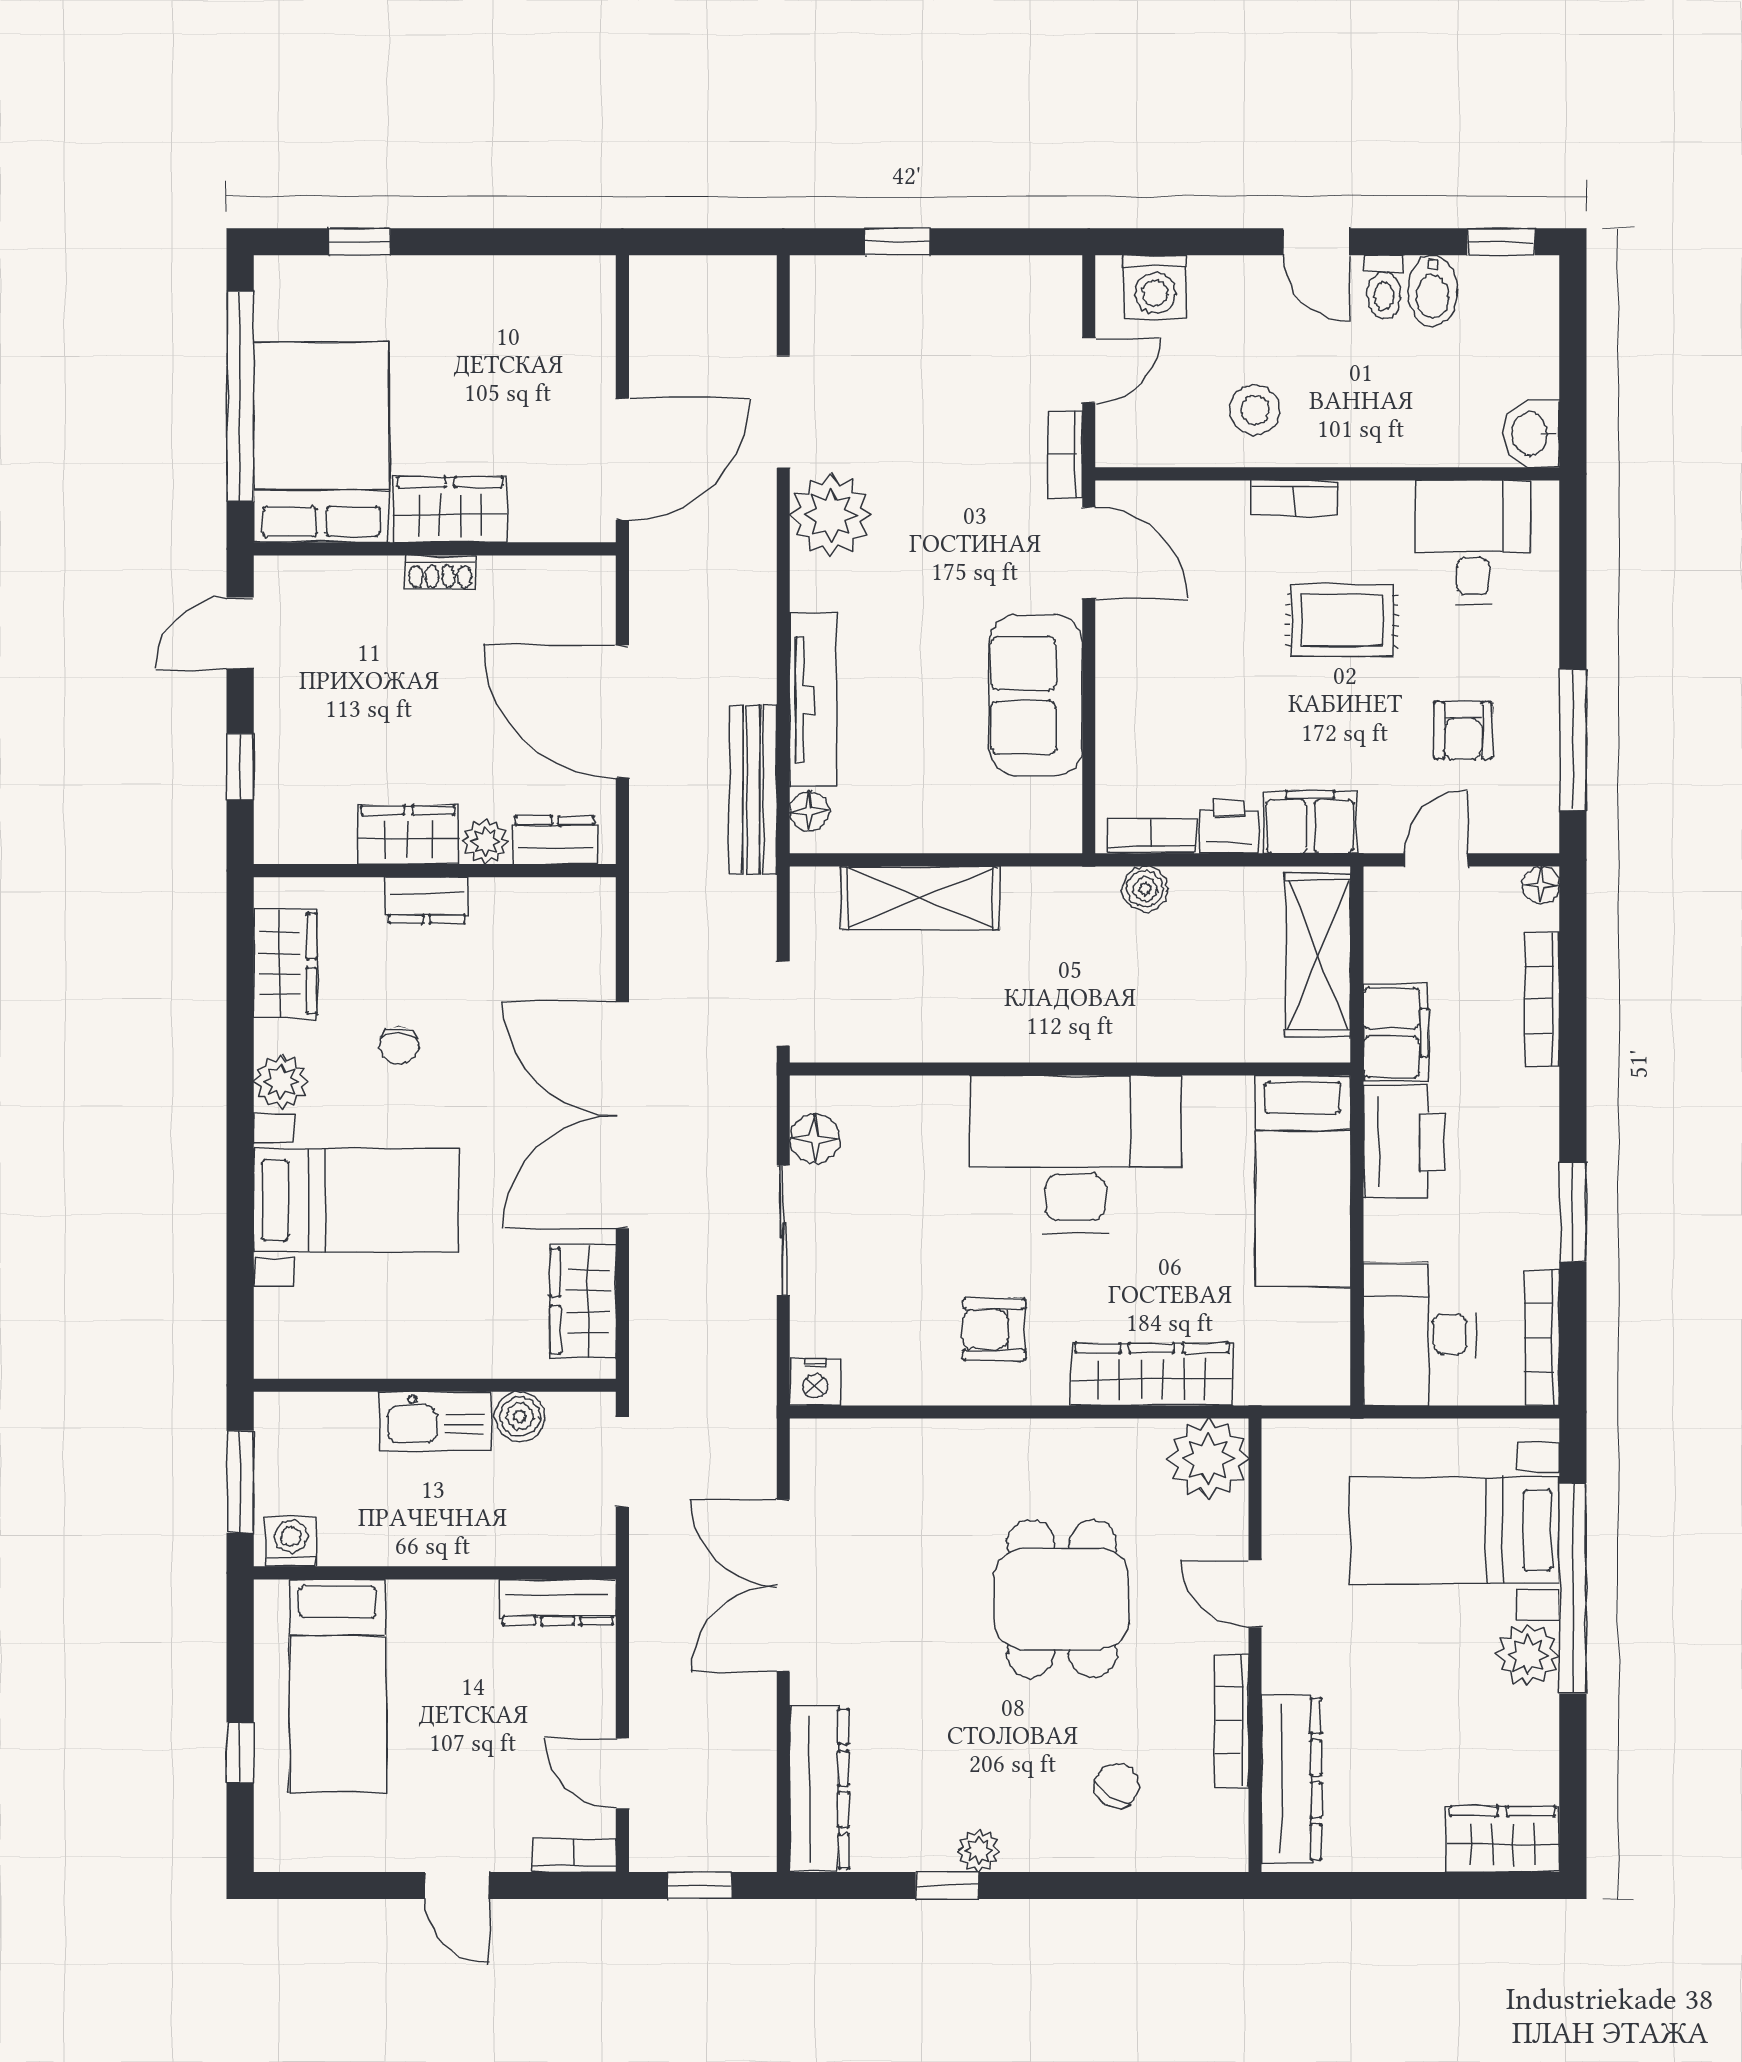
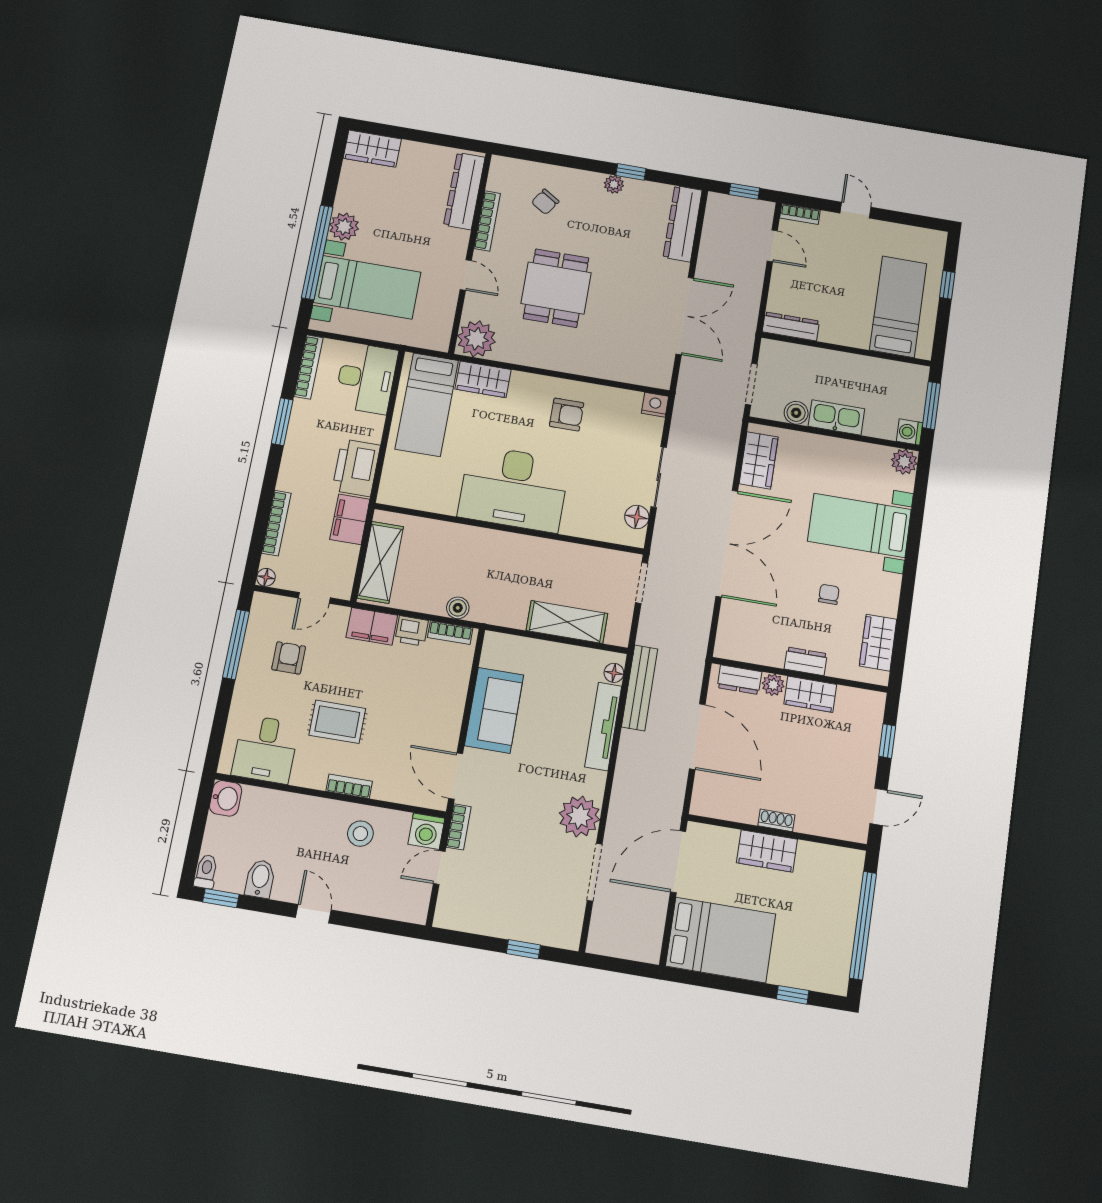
washing machine: (1155, 287) -> (426, 831), moved, turned 180
toilet: (1384, 287) -> (206, 872), moved
bed: (321, 442) -> (721, 940), moved, turned -90
plant: (281, 1082) -> (904, 462), moved
bed: (1303, 1181) -> (427, 405), moved, turned 180
wardrobe: (1152, 1374) -> (483, 379), width x0.67
washing machine: (291, 1542) -> (909, 432), moved, turned 90

